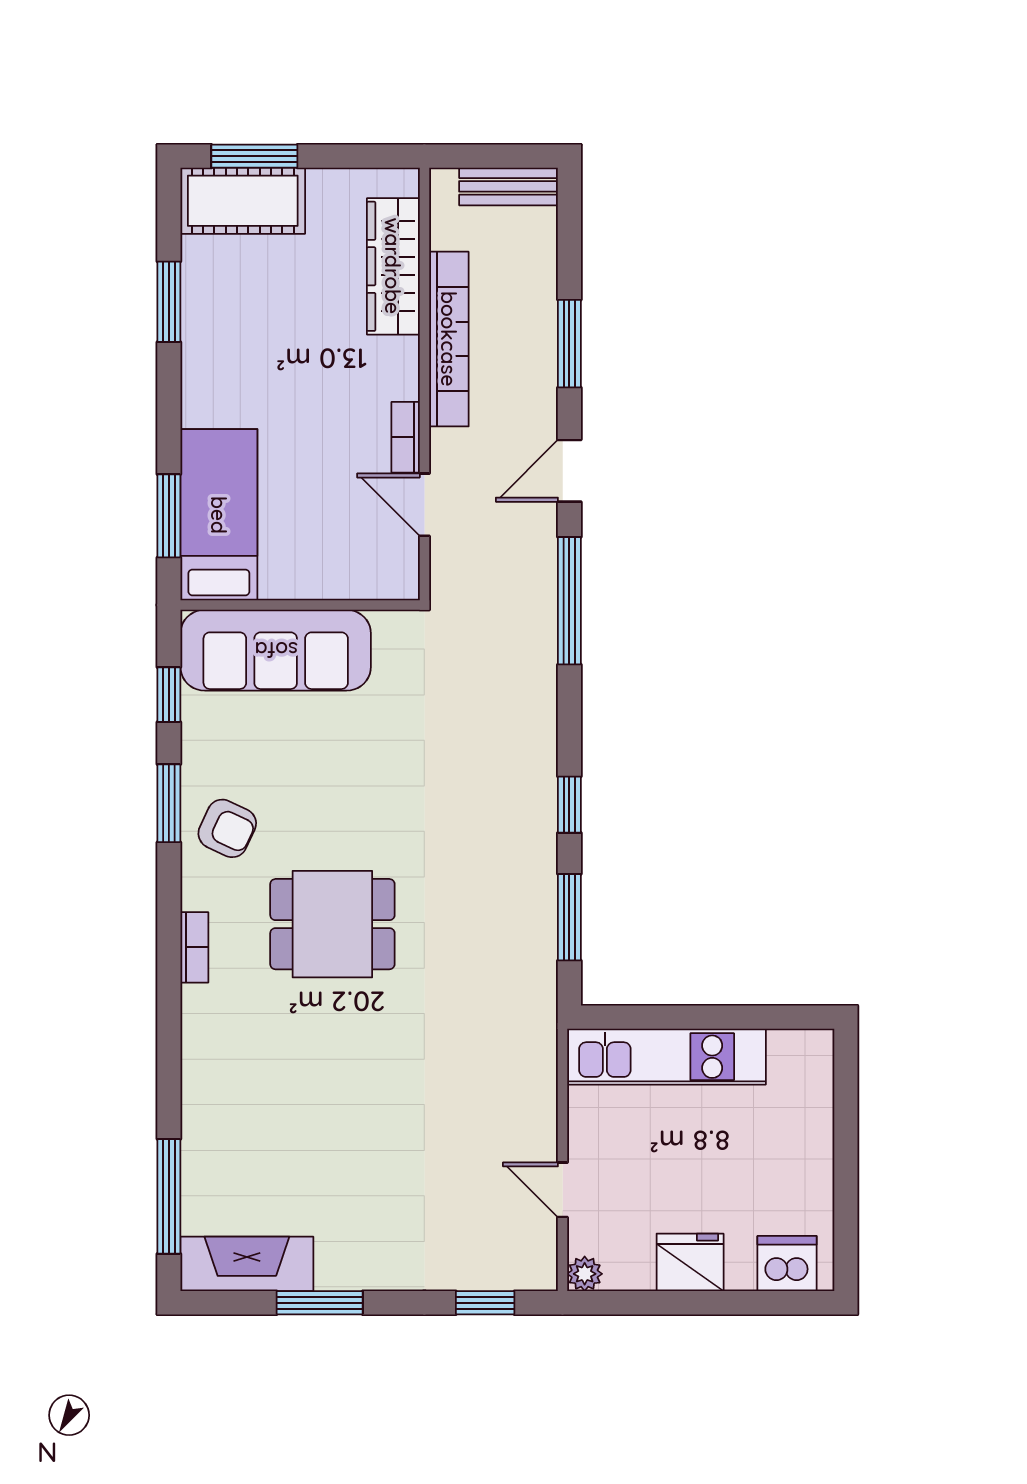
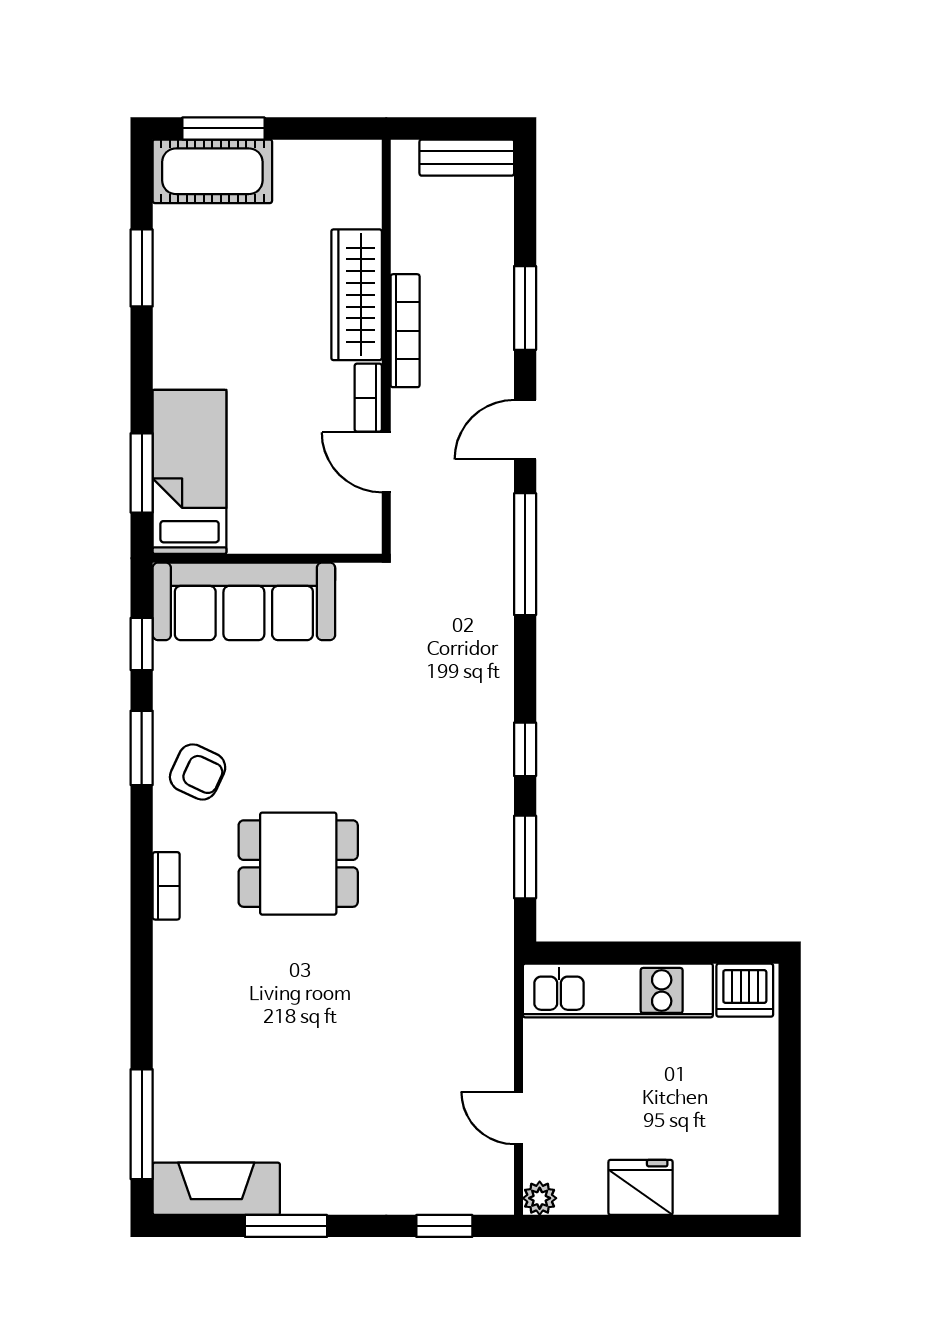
wardrobe: (393, 266) -> (357, 295), moved
bookcase: (449, 339) -> (405, 331), width x0.68, depth x0.76
dishwasher: (787, 1264) -> (745, 990), moved, turned 180

